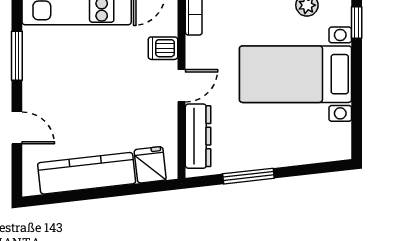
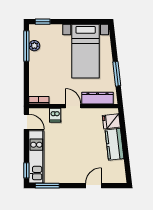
window: (17, 56) -> (47, 186), moved
bed with nightstands: (295, 74) -> (86, 51), moved
kitchen counter: (87, 173) -> (114, 144), width x0.67

